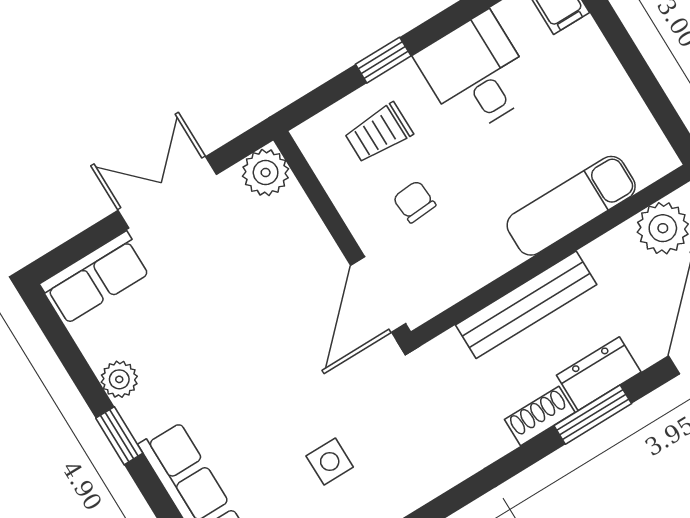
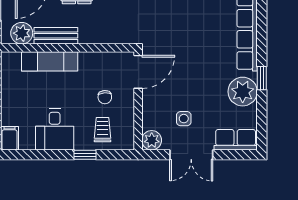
trolley: (379, 133) -> (103, 130), turned -90
bench: (526, 305) -> (56, 36), moved, width x0.73
plant: (119, 379) -> (243, 92), width x1.88, depth x1.88
side table: (330, 462) -> (184, 119), moved

